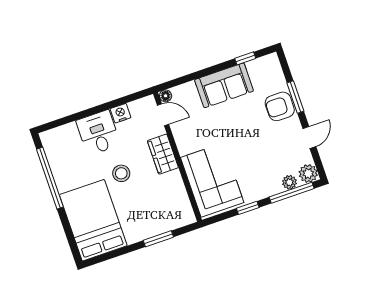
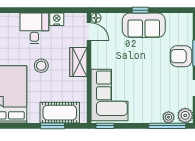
window: (245, 58) -> (140, 10), moved
window: (248, 208) -> (105, 126), moved
cot: (161, 220) -> (60, 113), added

